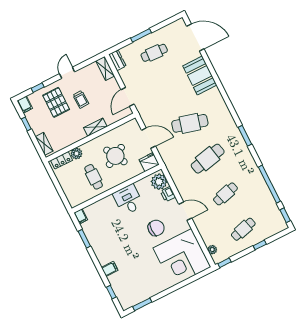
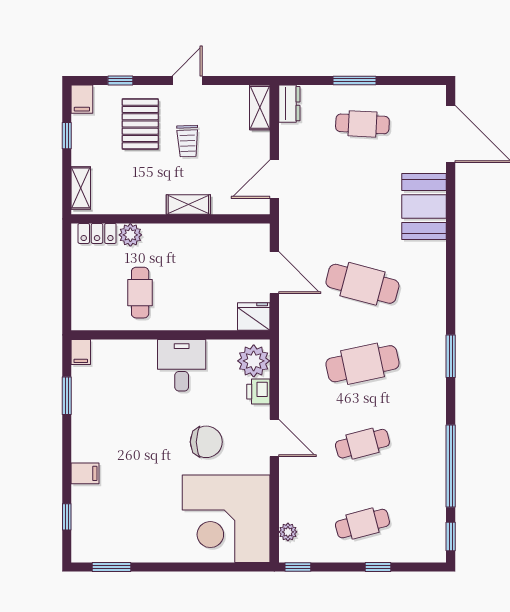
round table: (115, 156) -> (198, 275), removed

